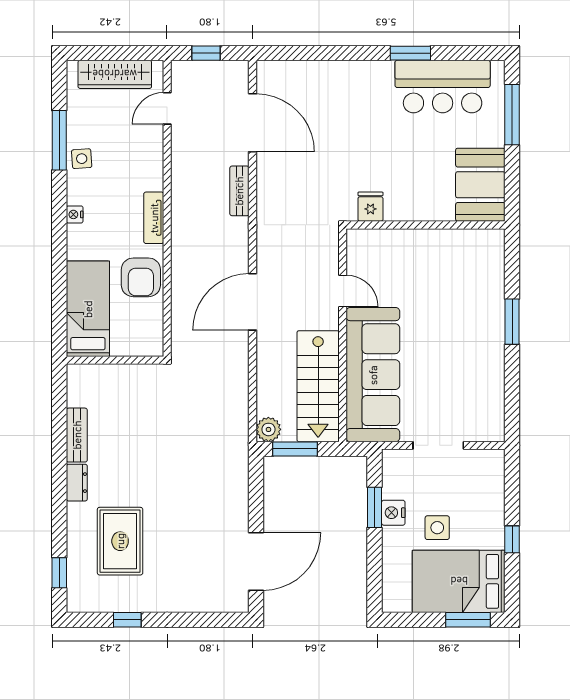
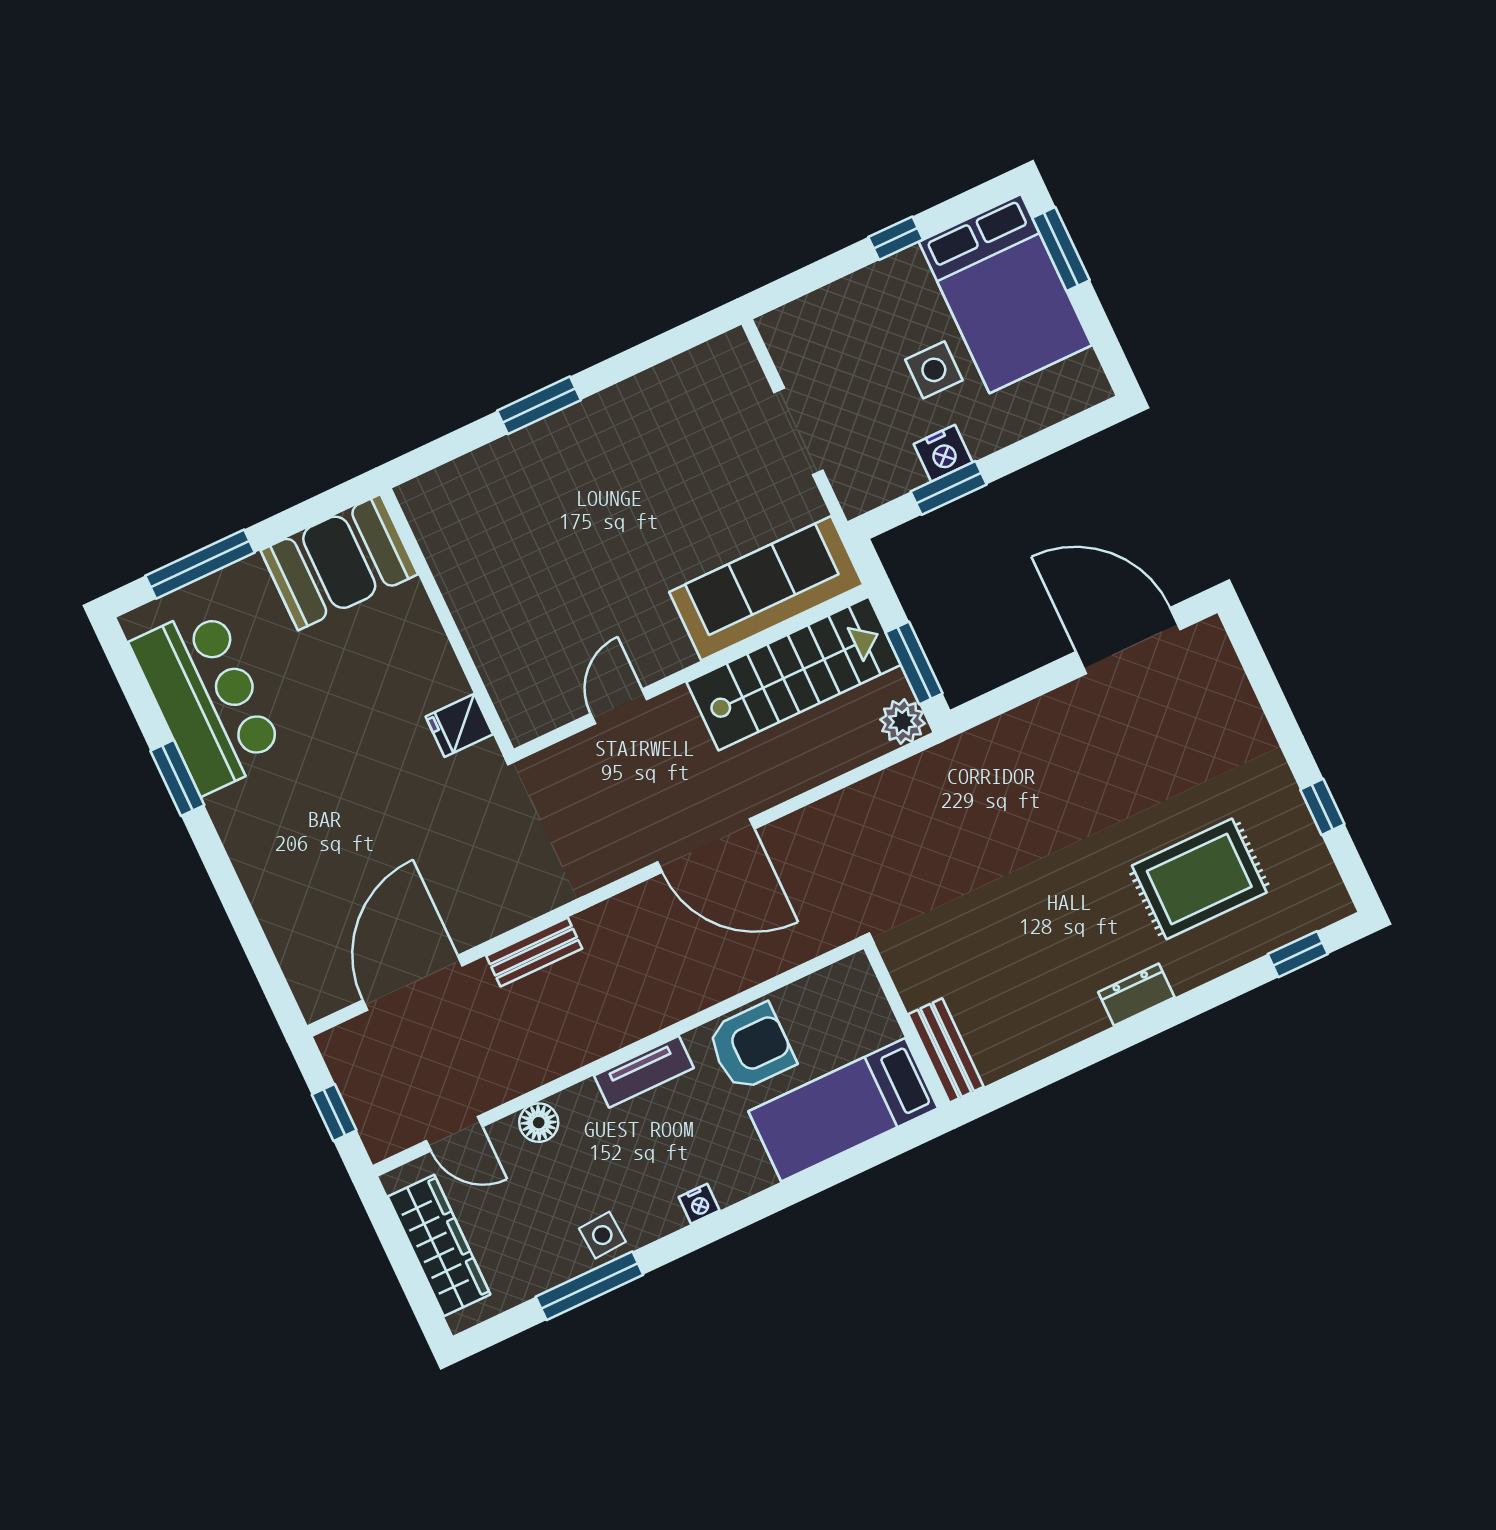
floor lamp: (153, 153) -> (539, 1123), added
sofa: (373, 375) -> (766, 588), width x0.74, depth x0.79
bench: (77, 435) -> (946, 1050), moved, turned 90

